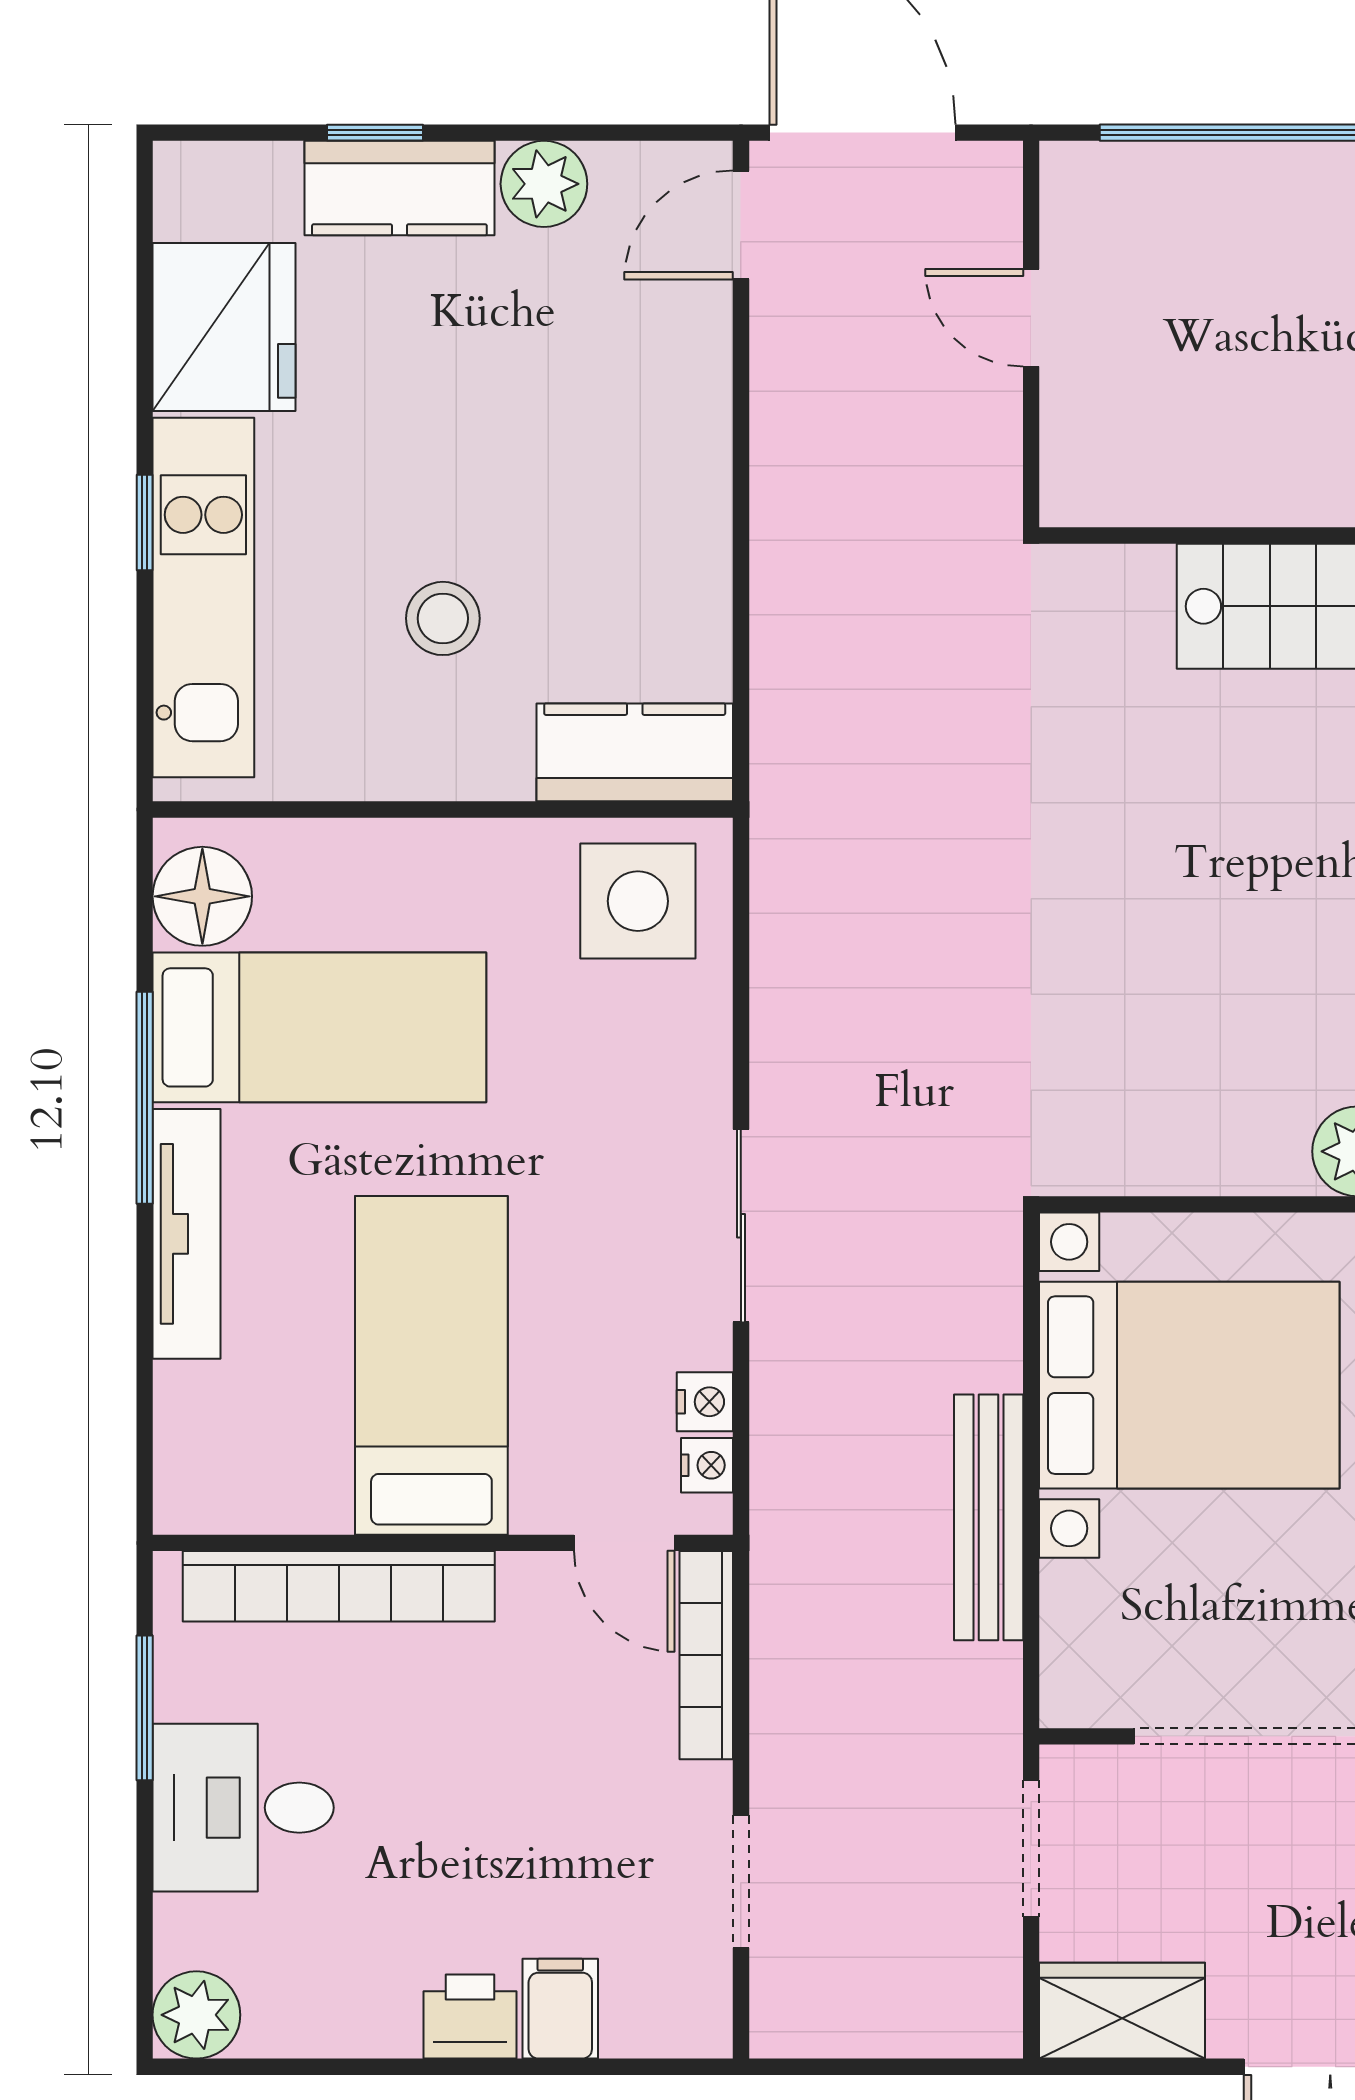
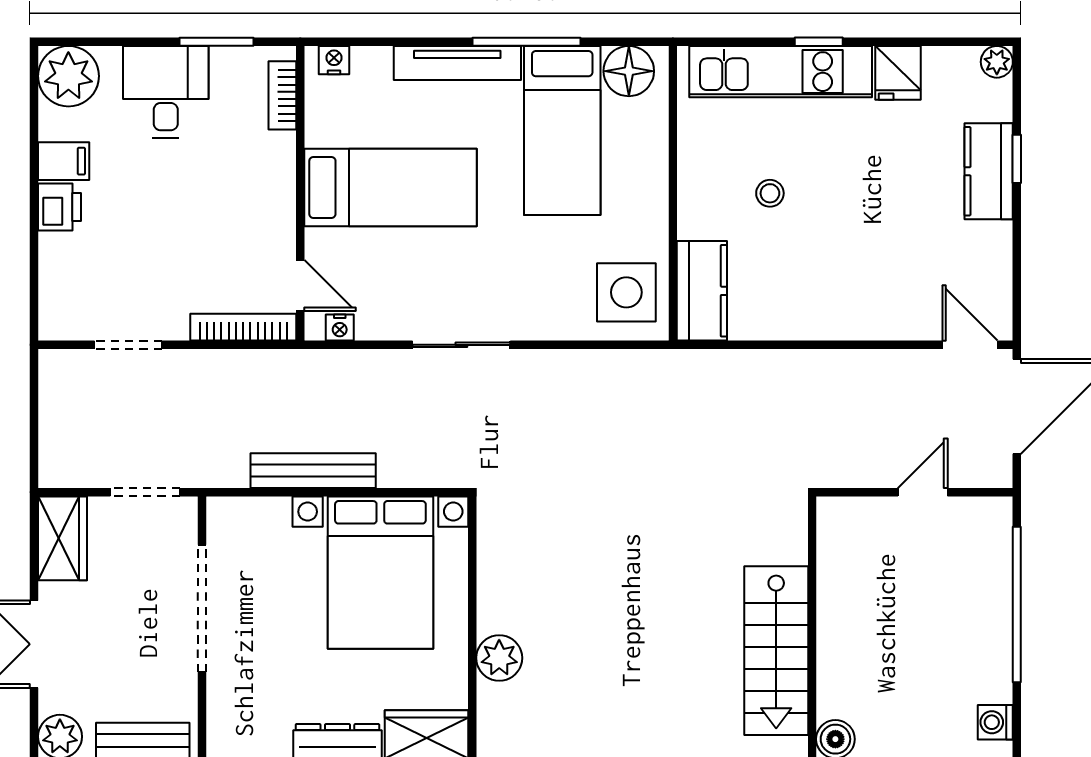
plant: (544, 184) -> (997, 62), moved, width x0.73, depth x0.73
fridge: (224, 327) -> (898, 73), width x0.53, depth x0.75
stool: (443, 618) -> (770, 193), width x0.73, depth x0.73
nightstand: (705, 1402) -> (334, 60), moved, turned 180
door: (624, 1543) -> (300, 285), swing flipped
bookcase: (339, 1586) -> (282, 95), width x0.43, depth x0.76
filing cabinet: (560, 2009) -> (64, 161), moved
plant: (196, 2015) -> (68, 76), width x1.36, depth x1.36

